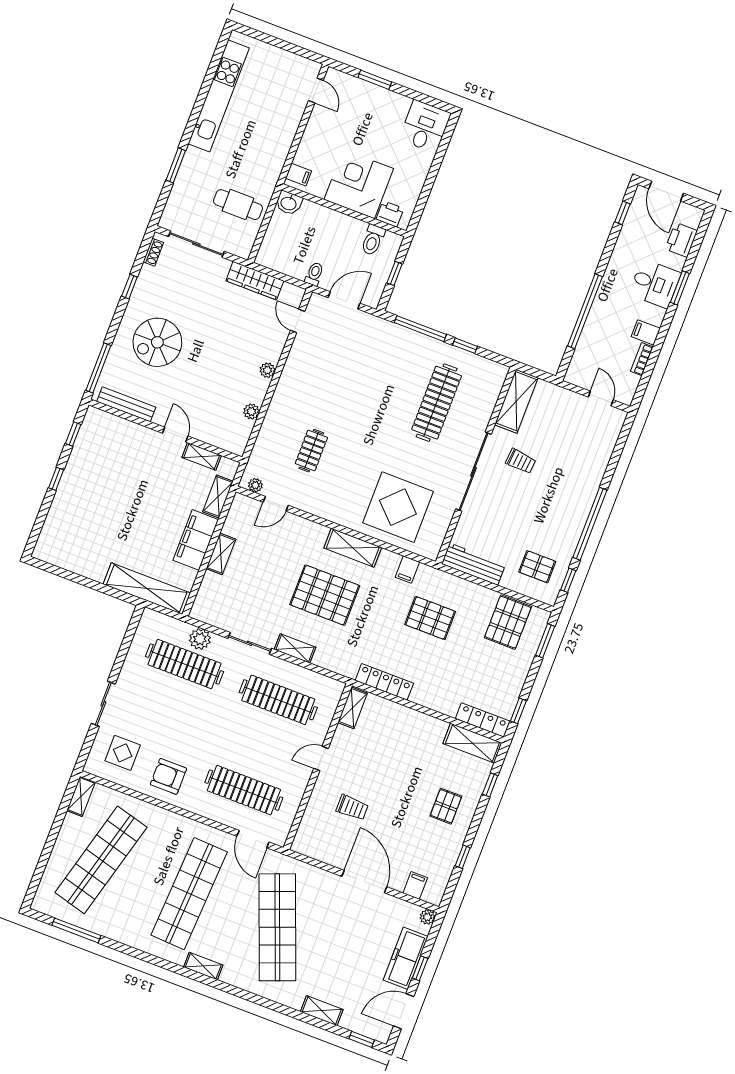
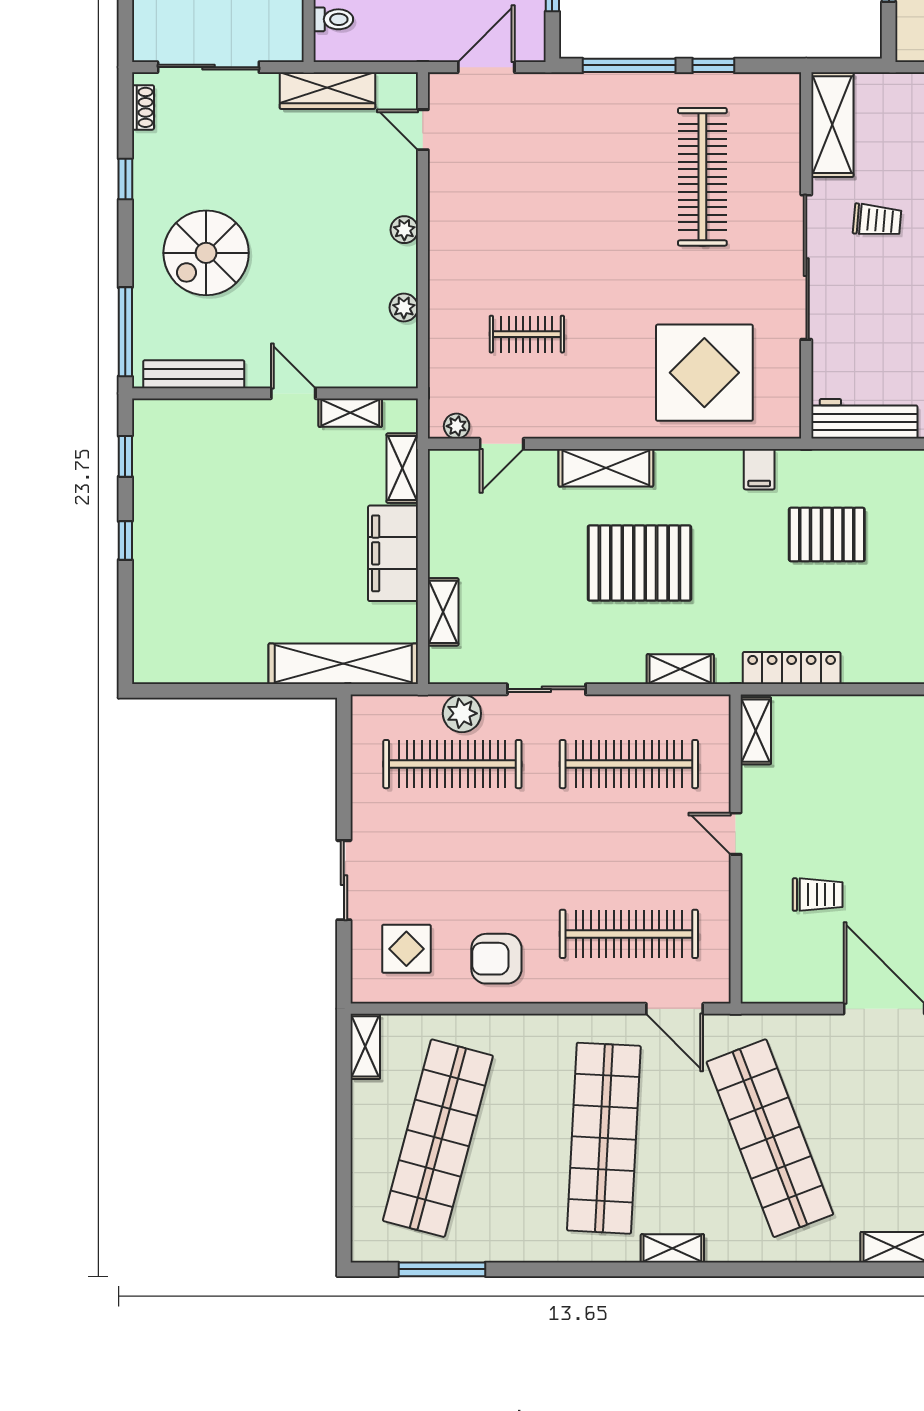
toilet: (314, 274) -> (333, 19), moved, turned 90
clothes rail: (311, 451) -> (527, 334), turned 90
shelving: (353, 548) -> (606, 468), moved
shelving: (221, 554) -> (443, 612), moved
shelving: (295, 648) -> (680, 669), moved
door: (321, 758) -> (736, 834), hinge flipped

